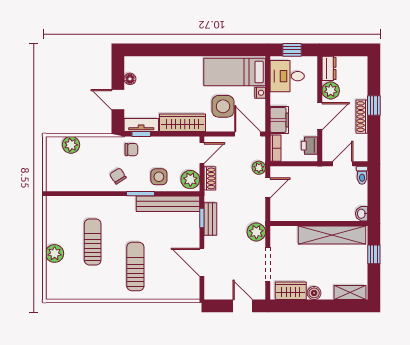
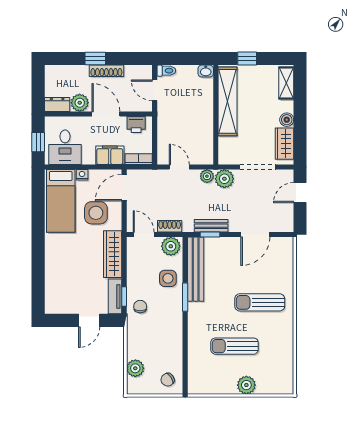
floor lamp: (130, 79) -> (68, 308), removed
plant: (259, 168) -> (207, 176), moved
chair: (118, 176) -> (168, 380), moved

